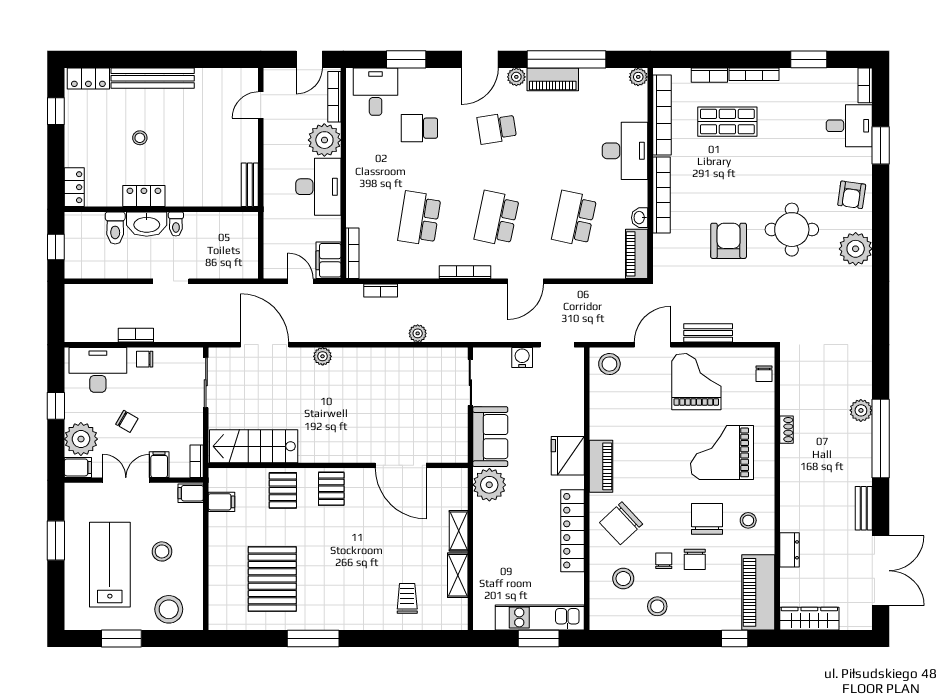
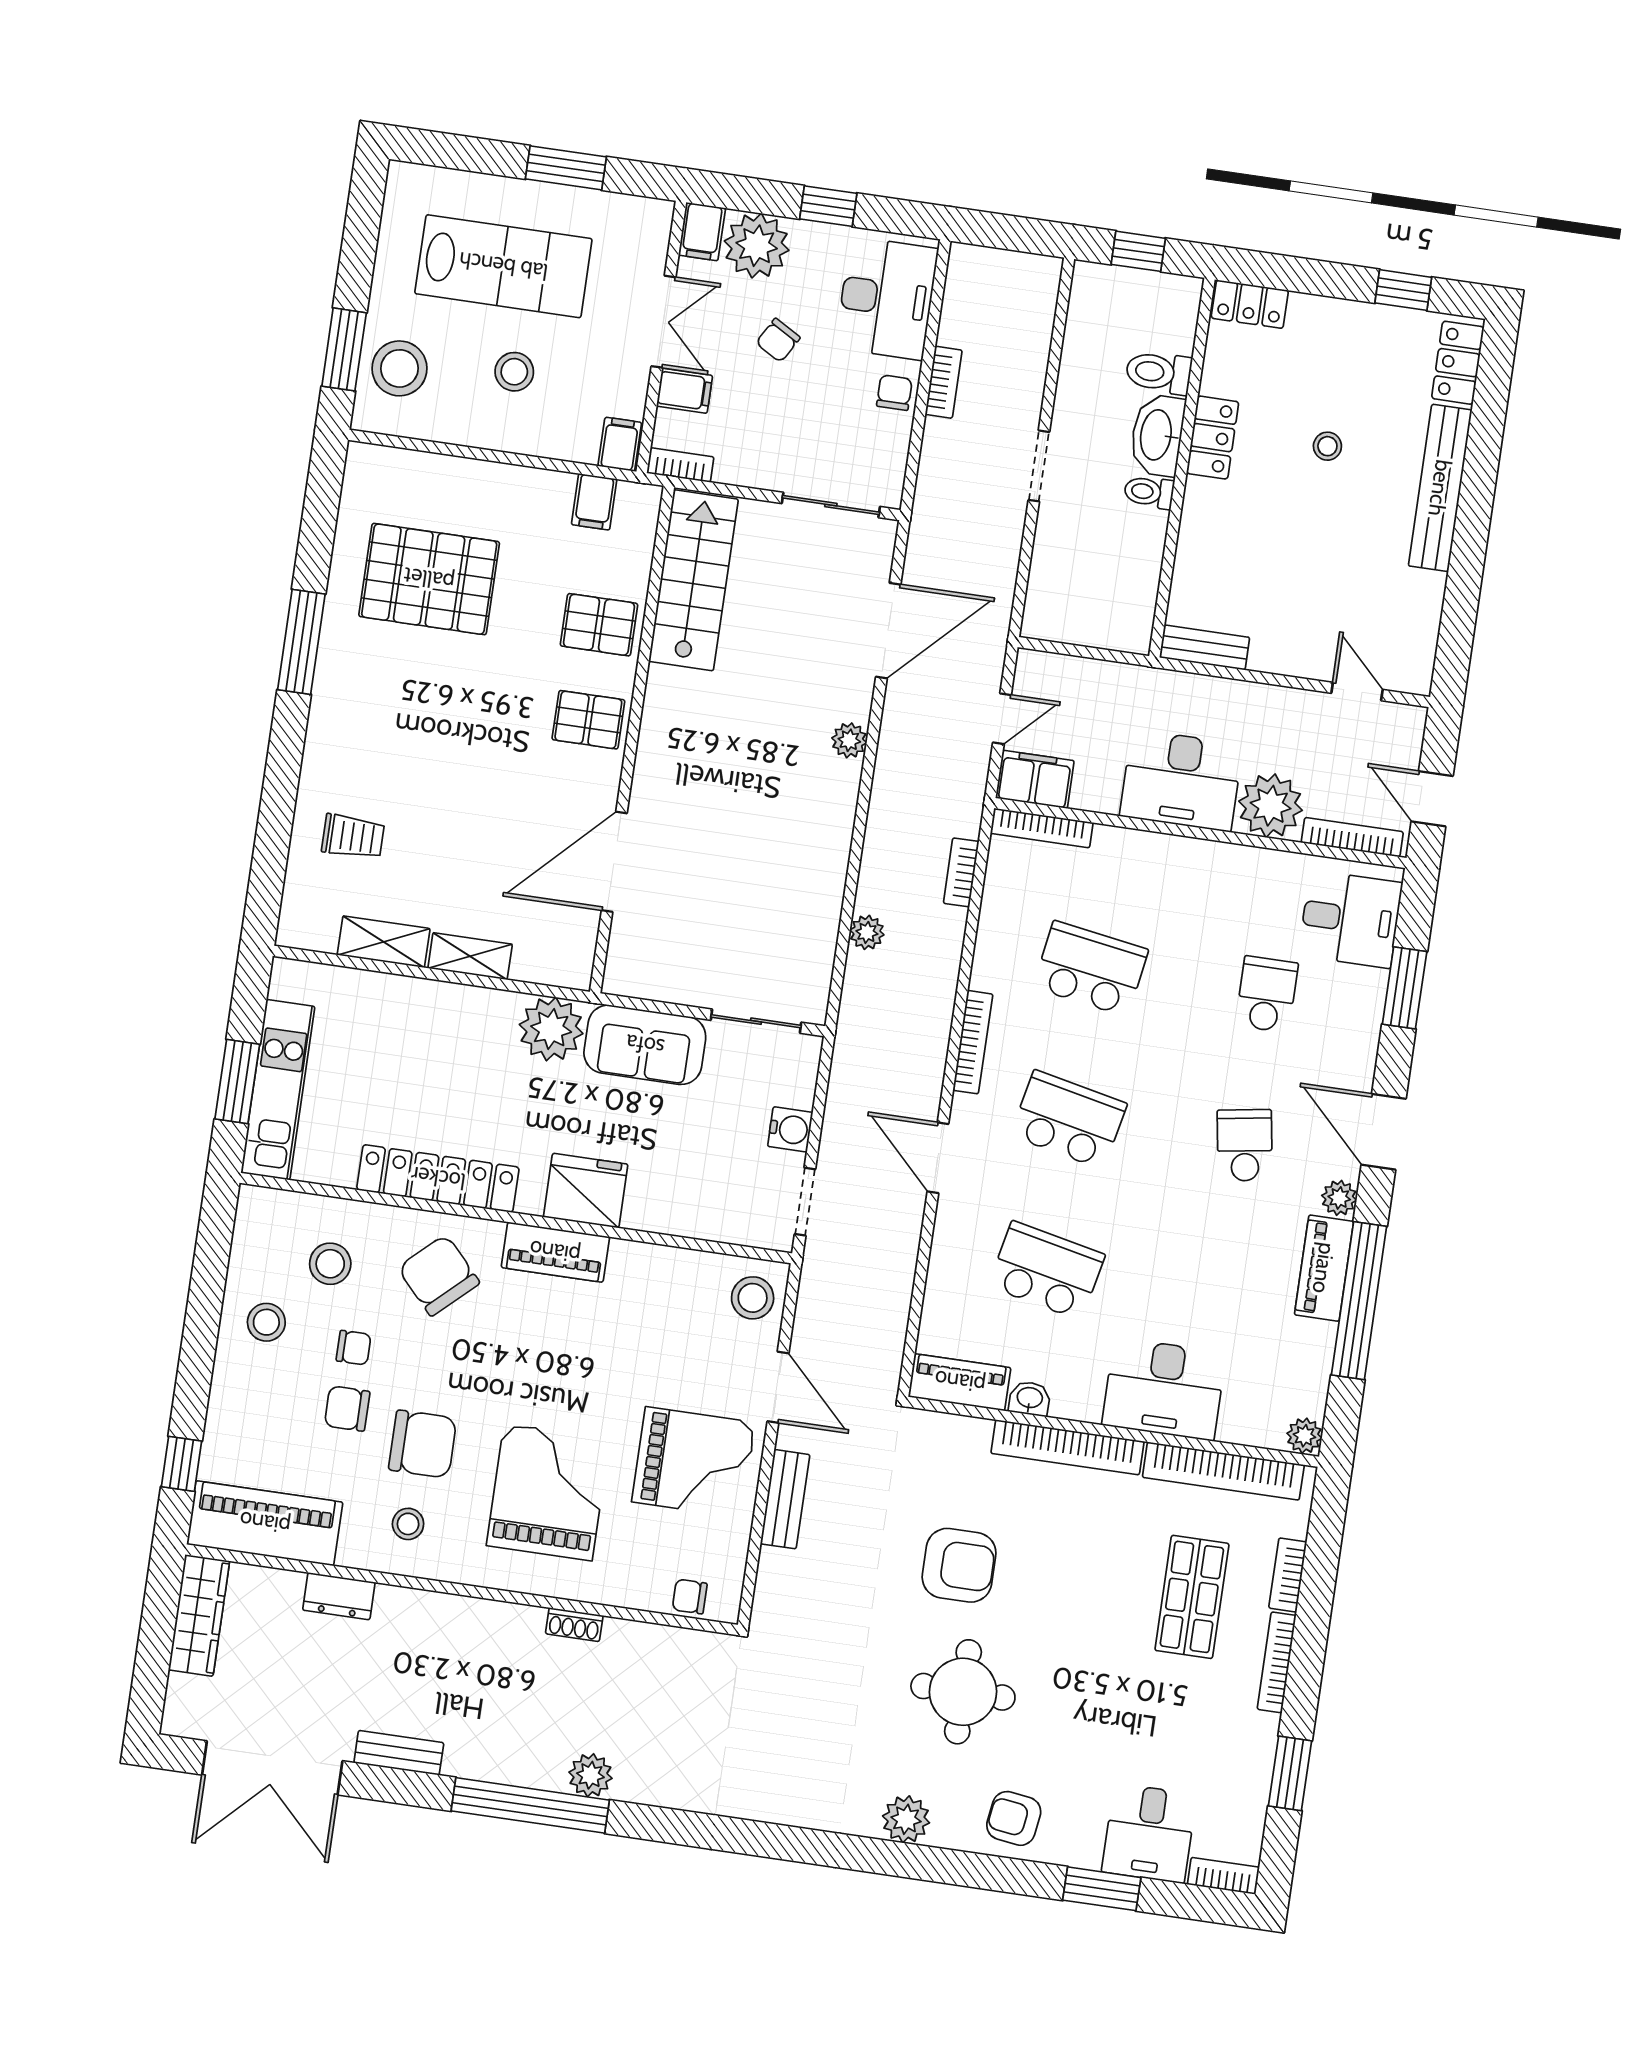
plant: (856, 249) -> (906, 1819), width x0.73, depth x0.73
window: (121, 639) -> (344, 349), moved

